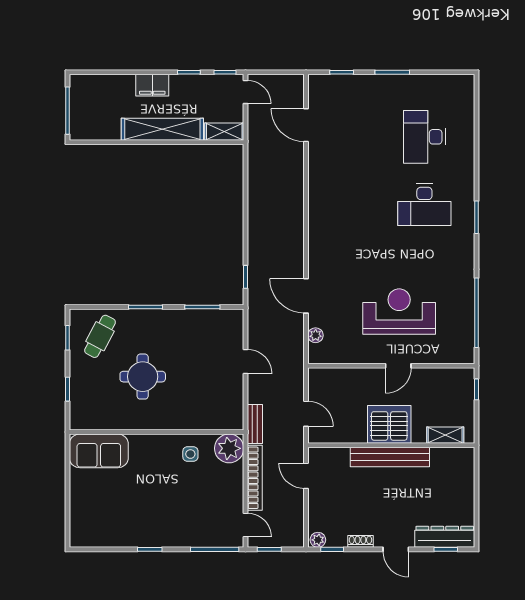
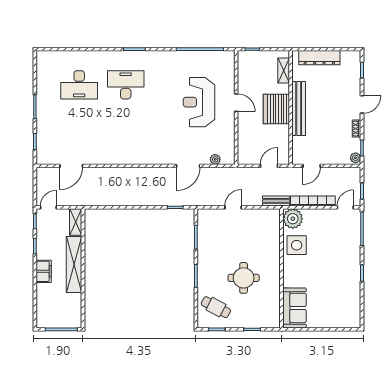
desk: (424, 205) -> (126, 85), turned -90
side table: (190, 454) -> (297, 245), width x1.87, depth x1.87
dresser: (445, 537) -> (319, 58), moved, turned -90

